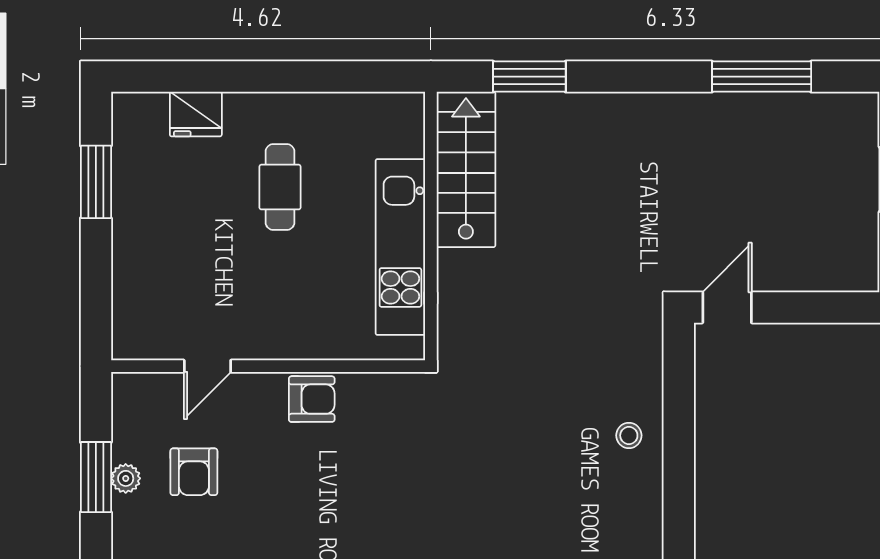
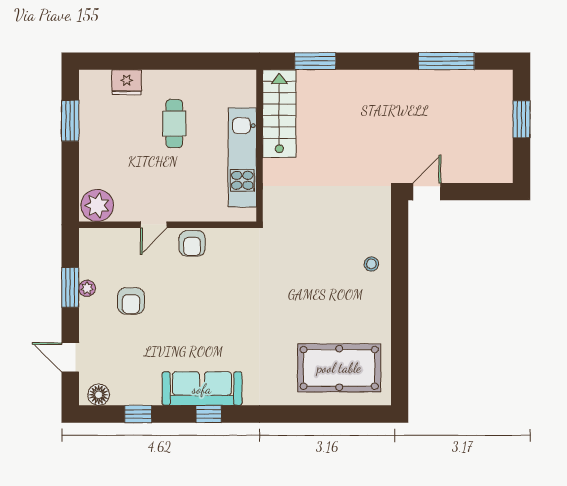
plant: (144, 332) -> (97, 205), added
door: (207, 366) -> (154, 225), moved
armchair: (312, 399) -> (192, 243), turned 90
armchair: (194, 472) -> (131, 301), moved

